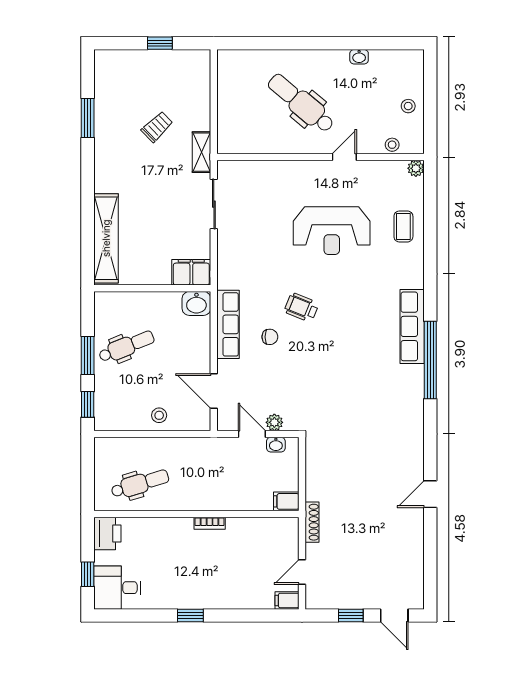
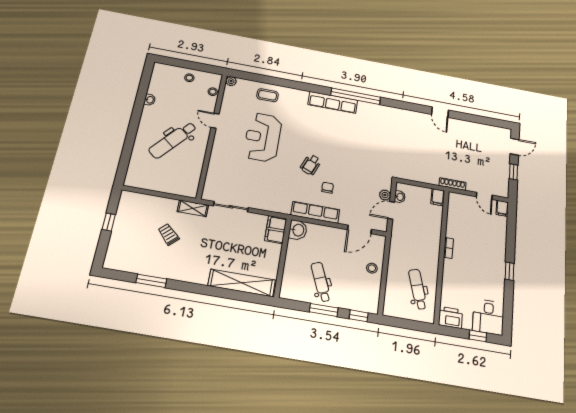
reception desk: (332, 231) -> (263, 137), turned 180

